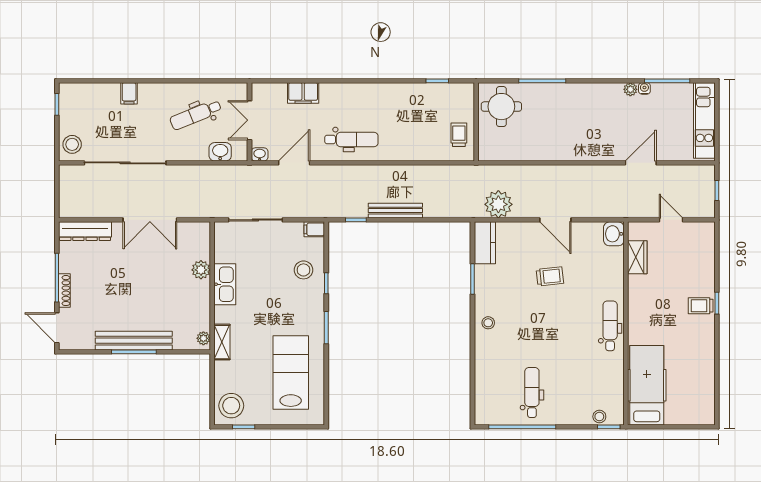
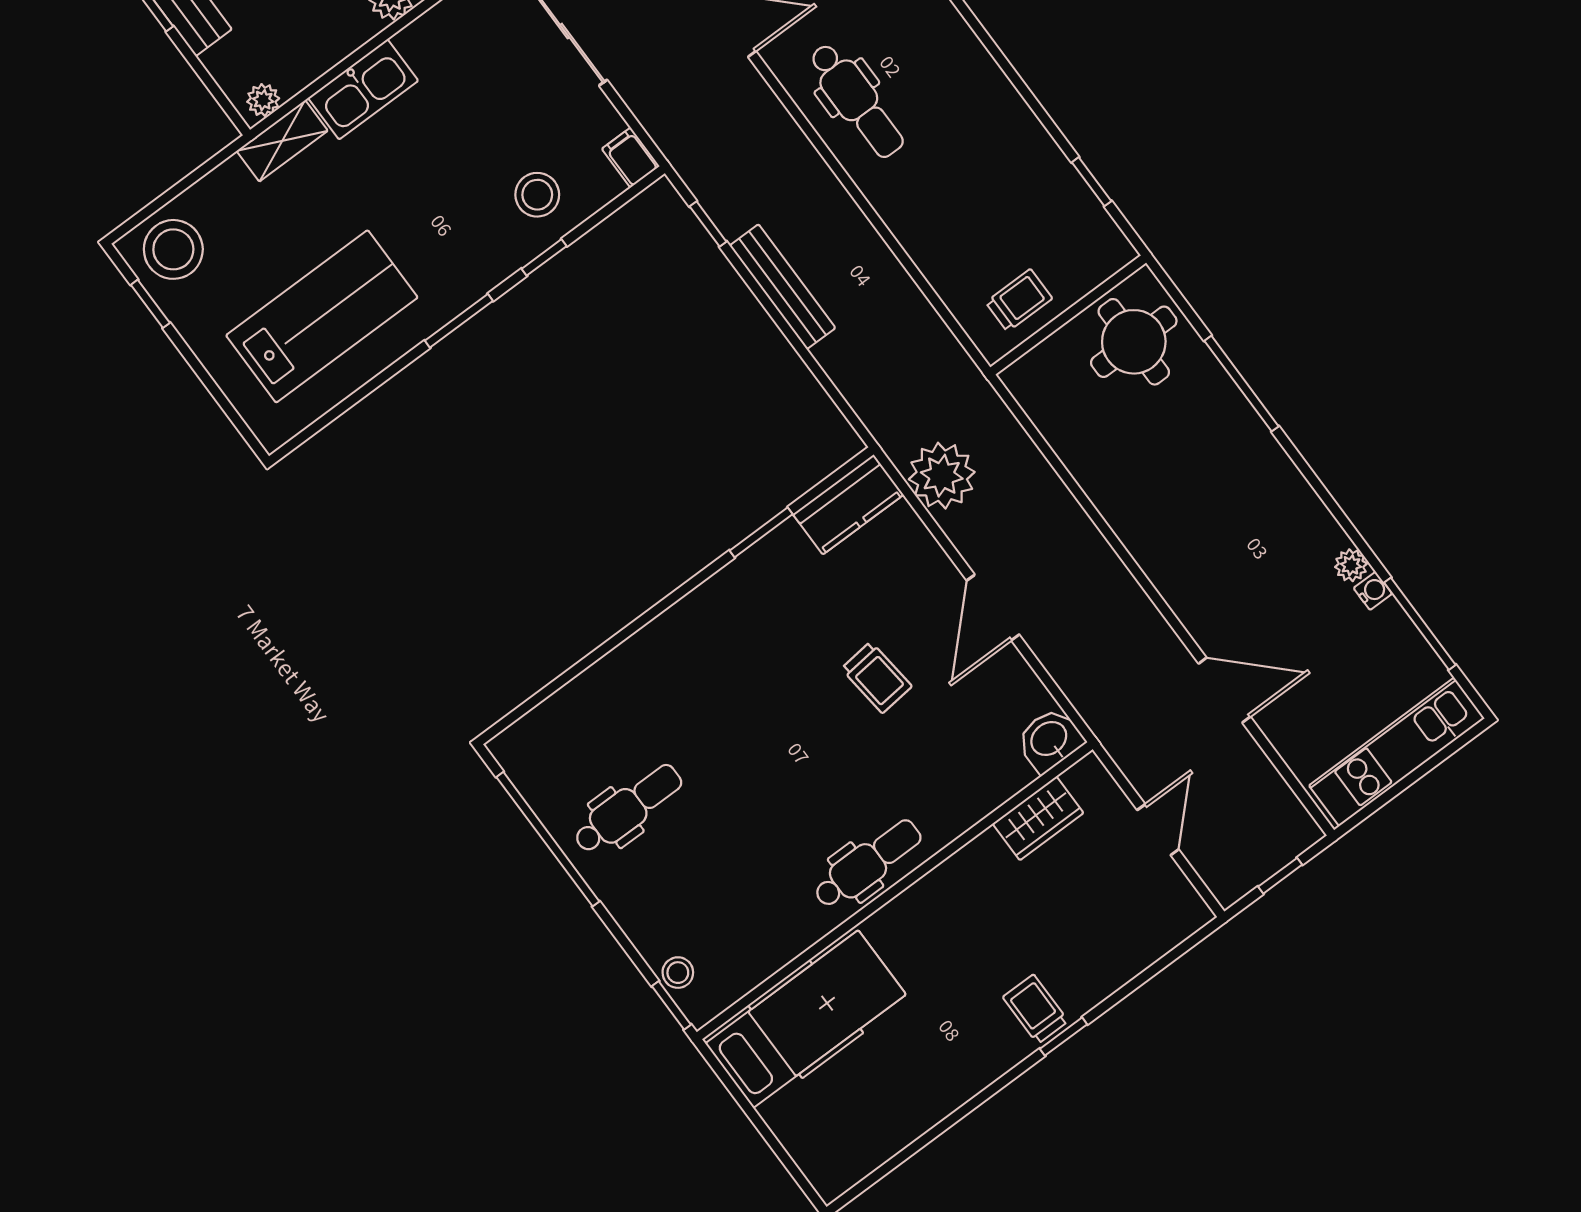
kitchen sink: (225, 284) -> (363, 89), moved
stool: (488, 323) -> (699, 625), removed

